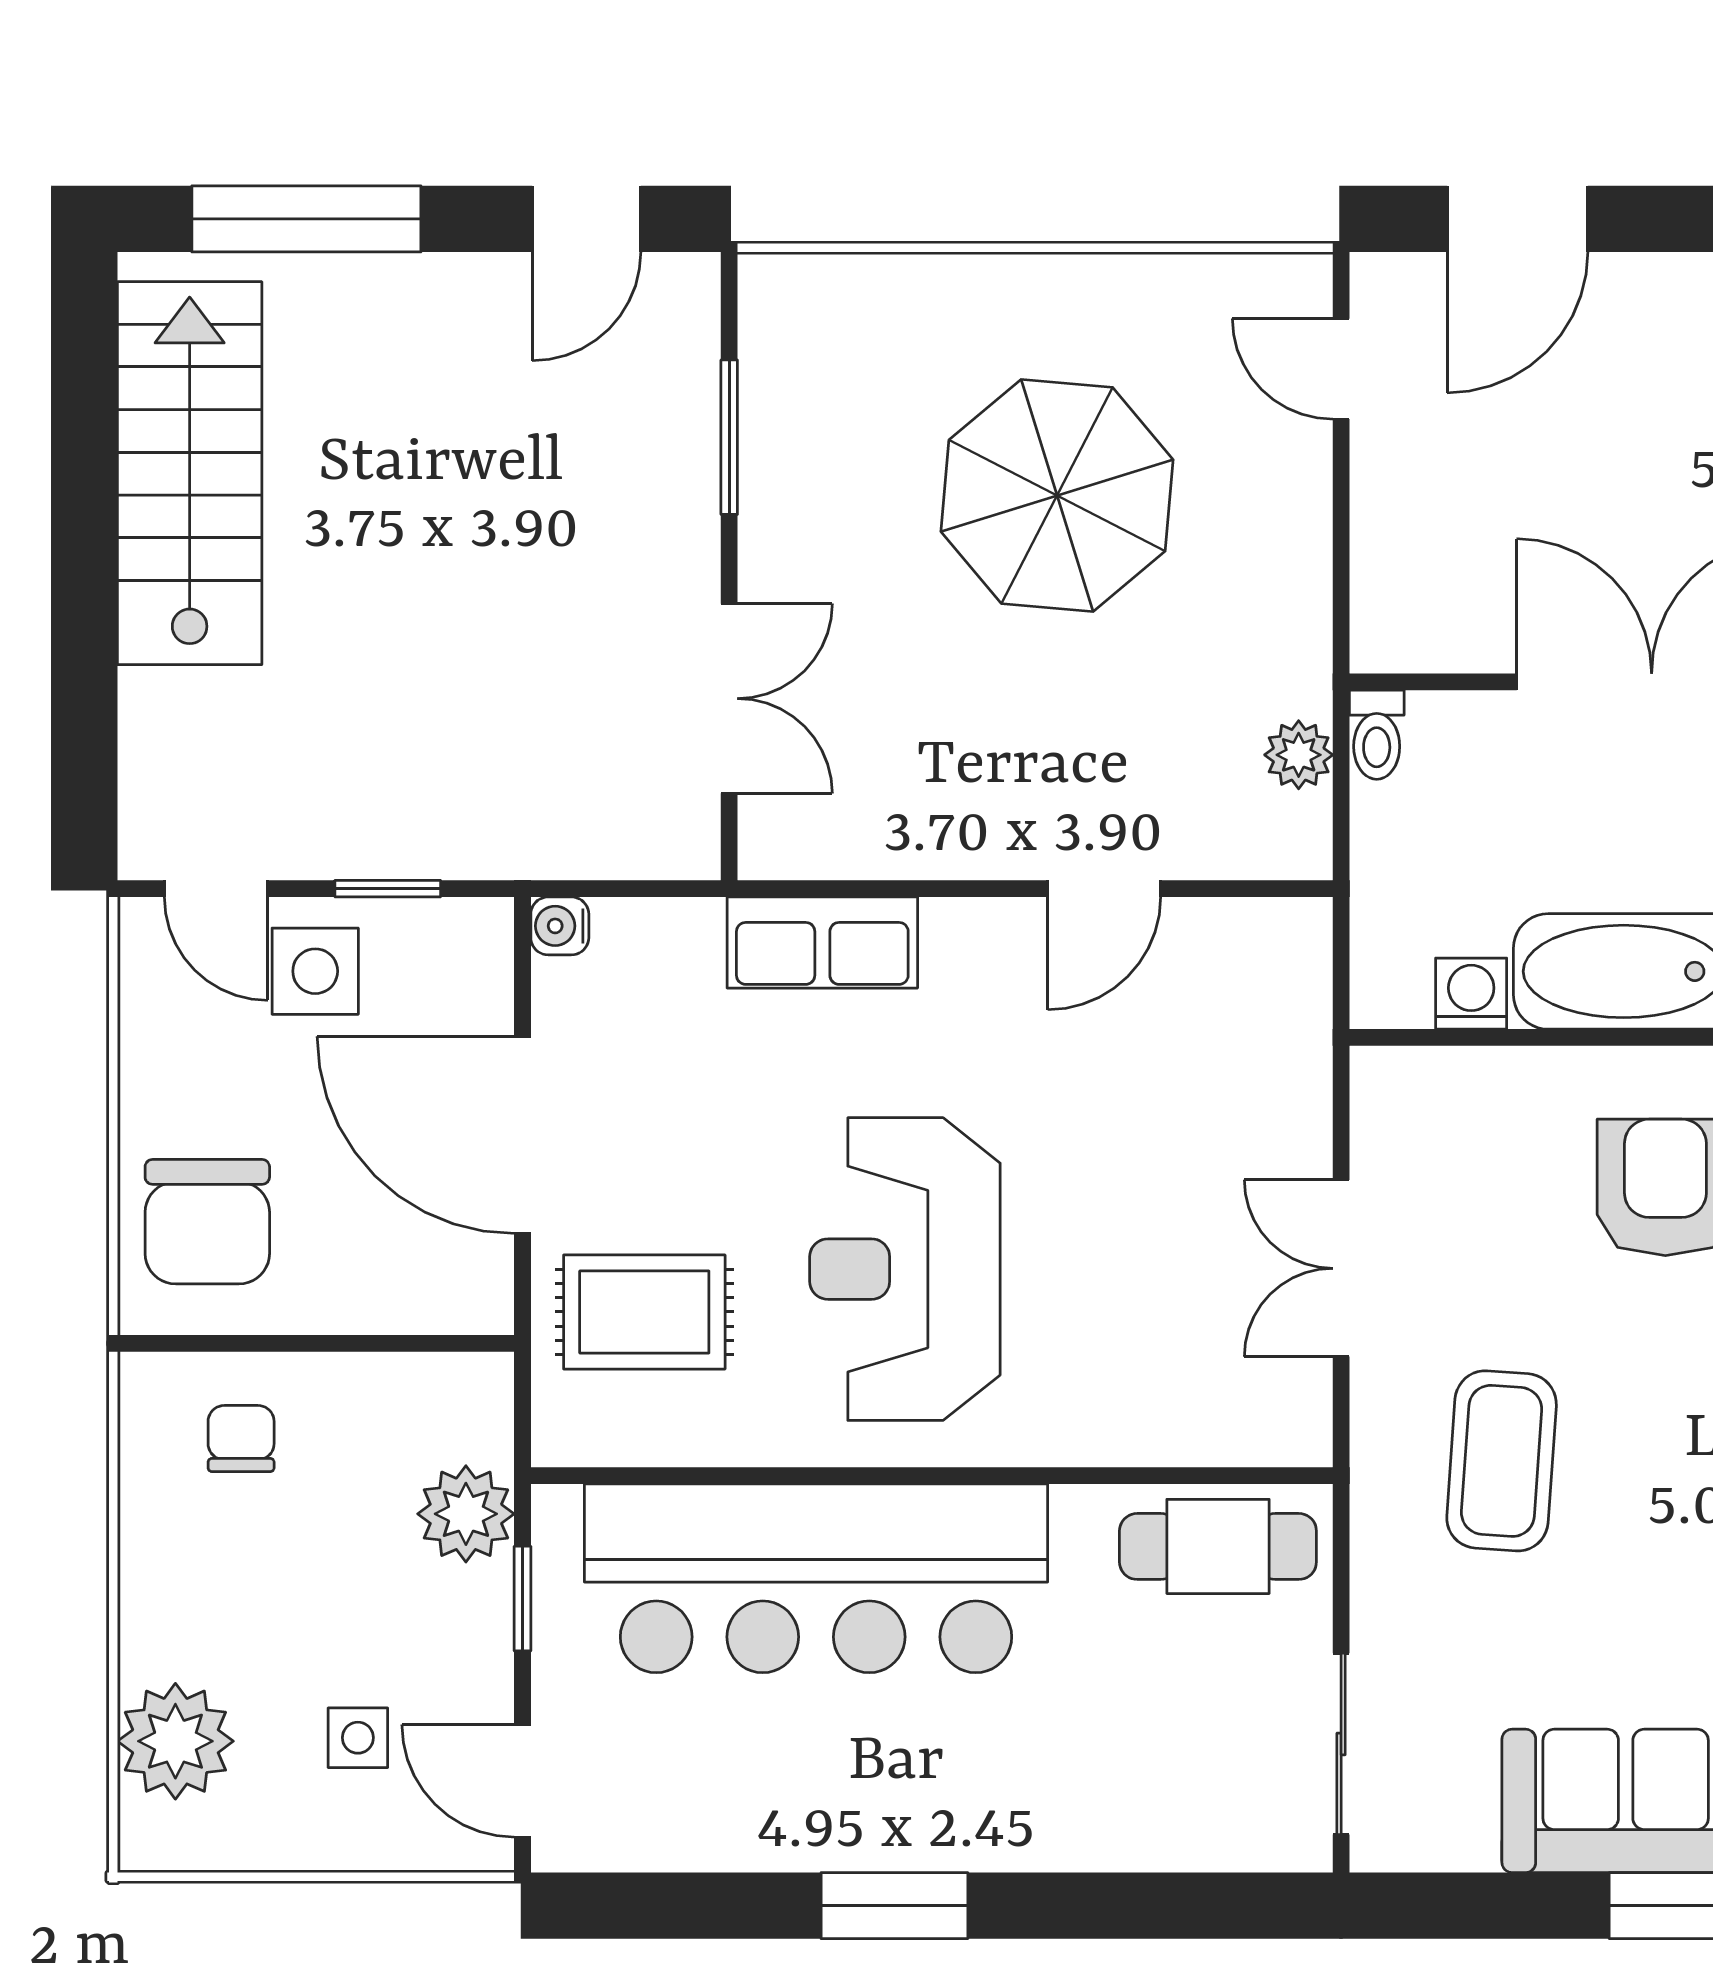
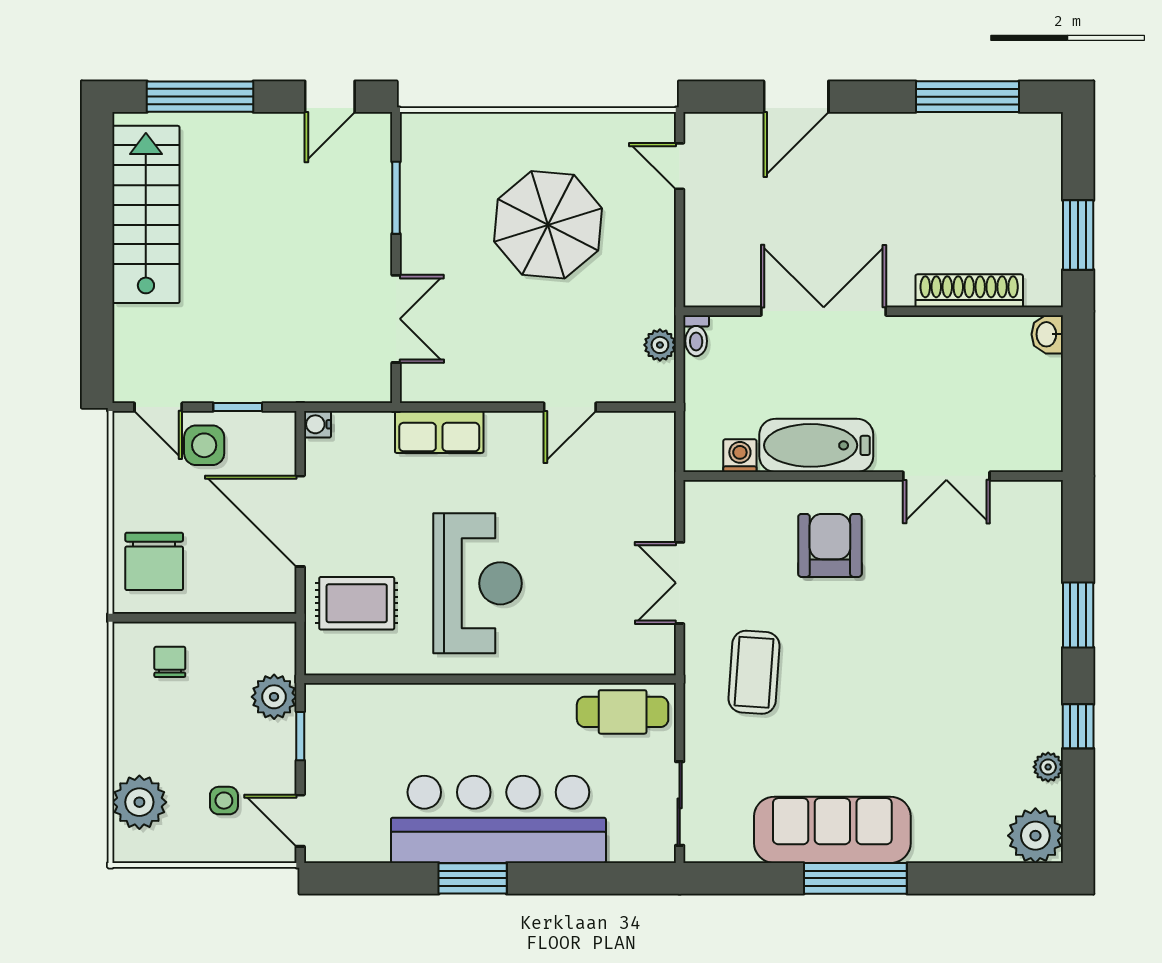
door: (1517, 219) -> (796, 97), moved
reception desk: (905, 1269) -> (477, 583), turned 180
bar counter: (816, 1578) -> (498, 819), moved, turned 180

